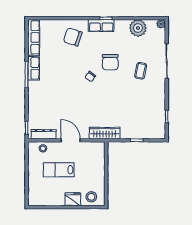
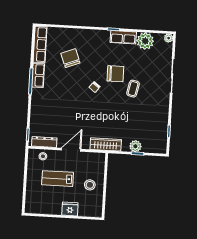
row of seats: (101, 26) -> (123, 37), moved
chair: (73, 37) -> (70, 58), moved, turned 51
chair: (110, 62) -> (115, 74), turned -90
coffee table: (141, 71) -> (133, 89), moved
plant: (134, 133) -> (135, 146), added
door: (71, 140) -> (71, 150), hinge flipped
stool: (91, 197) -> (90, 185), moved

